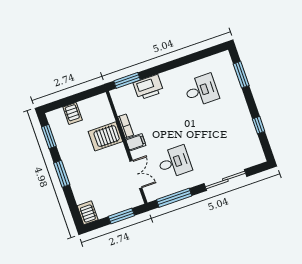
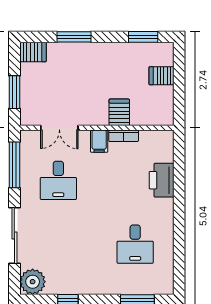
window: (127, 80) -> (179, 157), removed
server rack: (105, 136) -> (119, 112), width x0.73, depth x0.70
plant: (254, 155) -> (33, 282), added
window: (62, 174) -> (74, 37), moved

